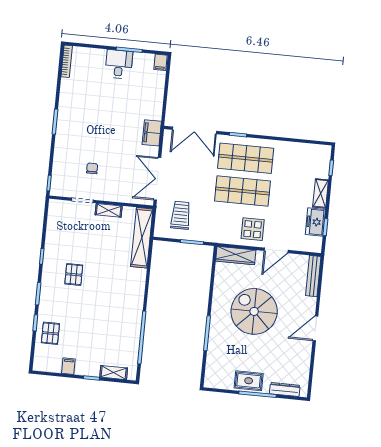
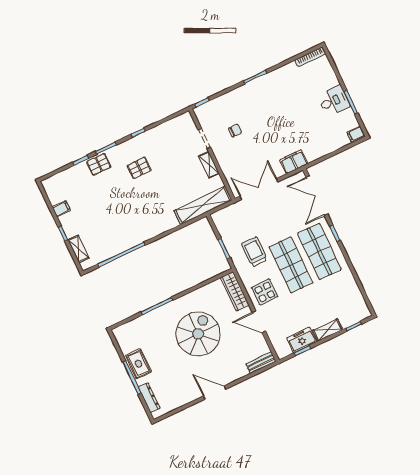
trolley: (181, 215) -> (254, 252), moved, turned -90
bench: (313, 276) -> (261, 363), width x0.73
pallet: (50, 333) -> (99, 164), moved

